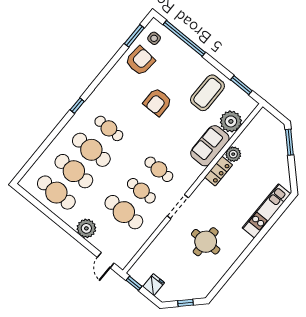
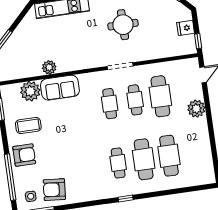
coffee table: (207, 93) -> (28, 125), width x0.73, depth x0.76
armchair: (158, 102) -> (24, 155), moved
locker: (218, 171) -> (70, 65), removed
cafe table: (56, 193) -> (194, 152), removed

